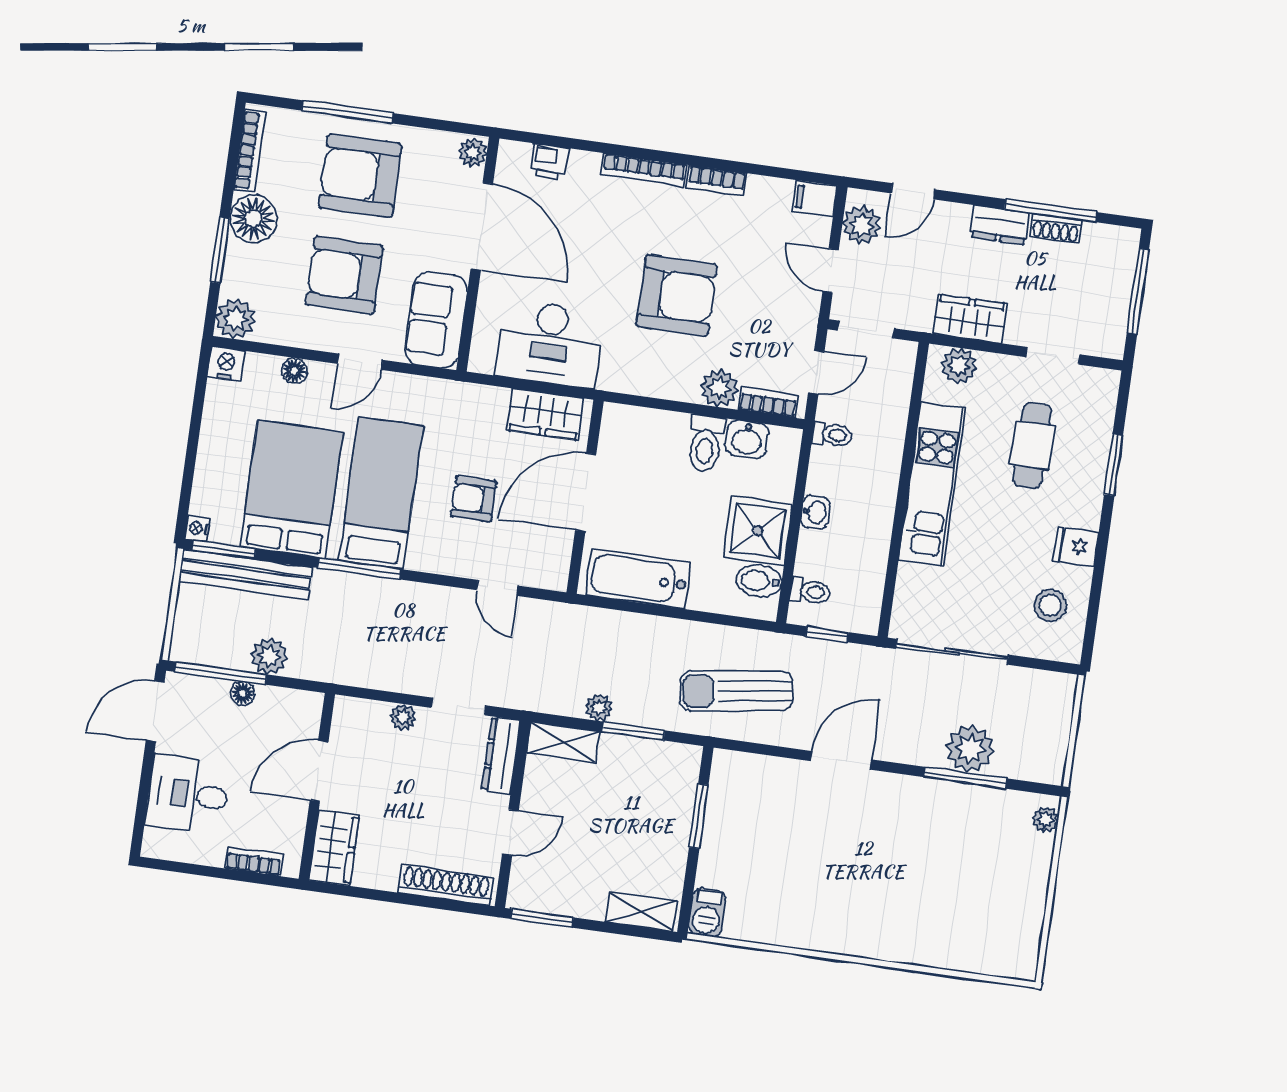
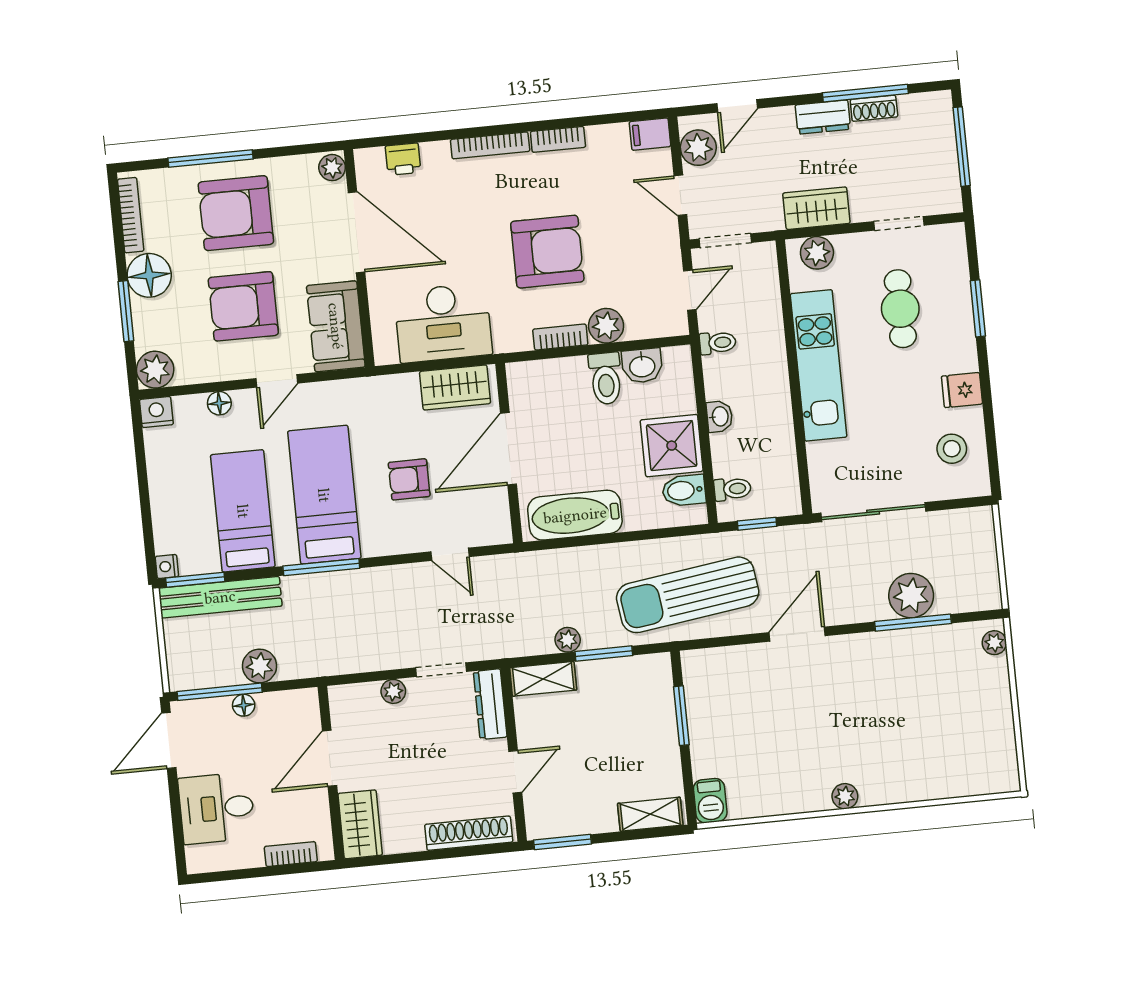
bookcase: (768, 402) -> (560, 337), moved
bed: (291, 489) -> (243, 511), width x0.67
sun lounger: (736, 691) -> (688, 595), width x1.36, depth x1.34
plant: (850, 942) -> (845, 796), added

